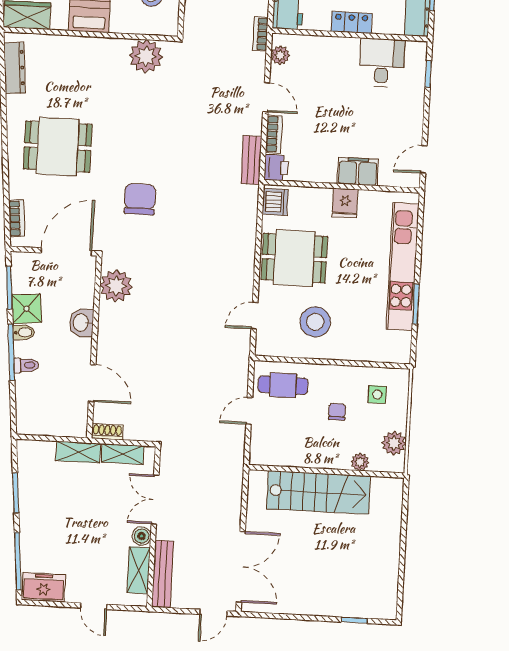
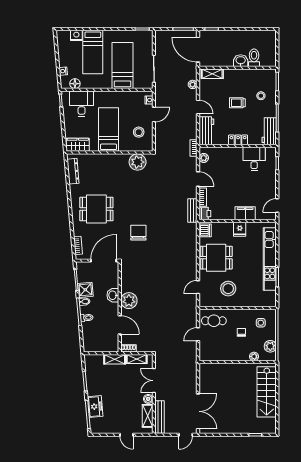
plant: (116, 286) -> (129, 301), moved
stairs: (319, 492) -> (267, 392), moved, turned 90
freezer: (44, 587) -> (95, 407), moved, turned 85

